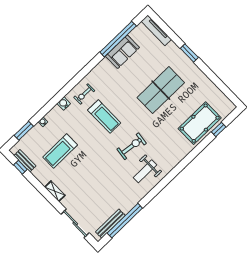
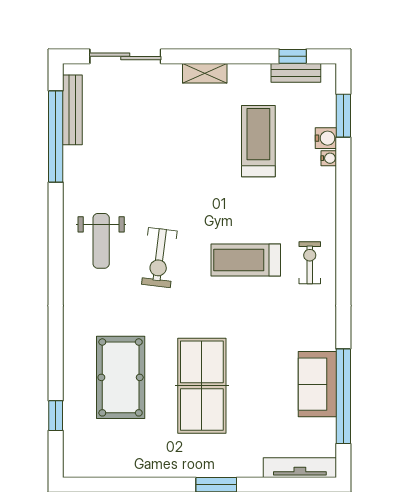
water cooler: (64, 103) -> (326, 138), moved
pool table: (200, 123) -> (121, 377), moved
weight bench: (145, 171) -> (101, 241), turned 180

